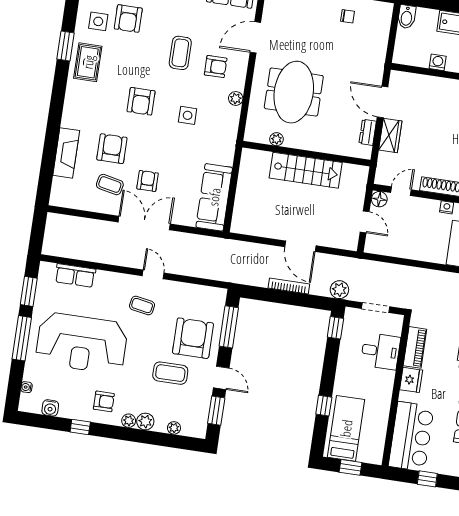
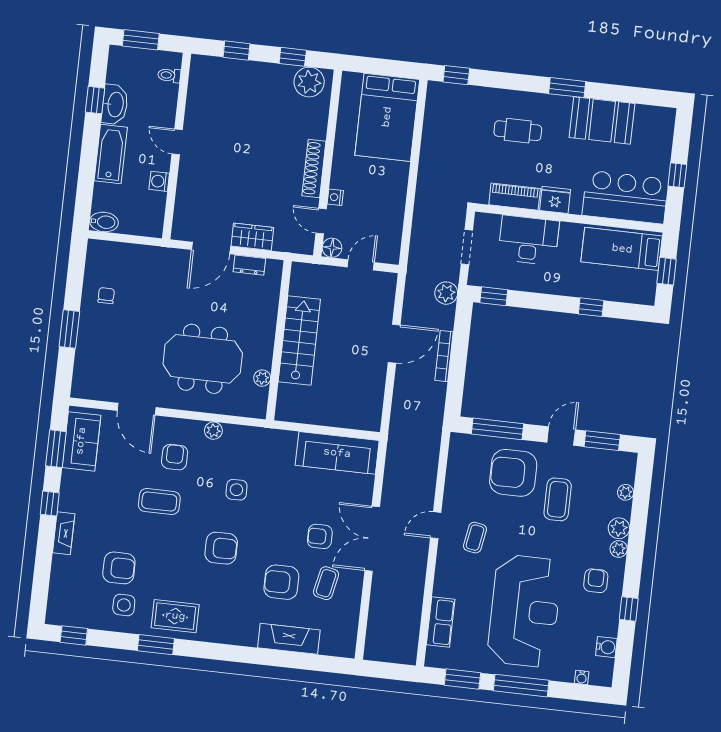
nightstand: (447, 207) -> (335, 197), moved
desk: (380, 351) -> (529, 240), width x1.37
bed: (346, 428) -> (622, 249), moved

